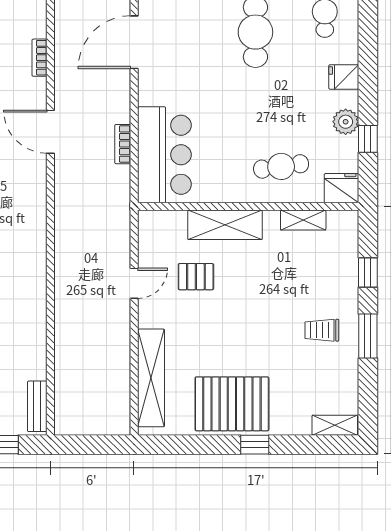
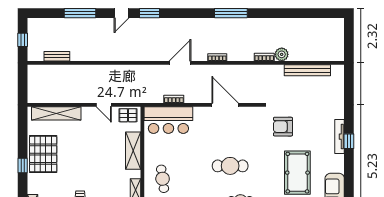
pallet: (196, 277) -> (128, 115), moved, turned 90
bench: (37, 406) -> (57, 56), moved

